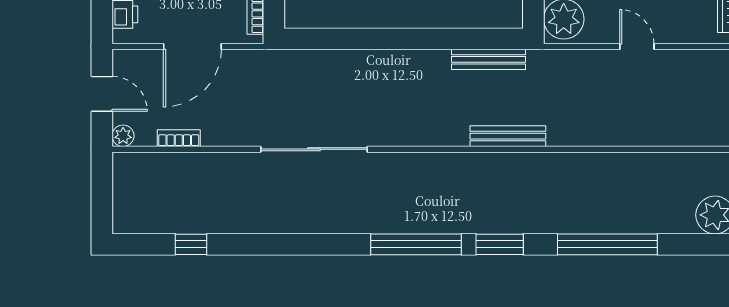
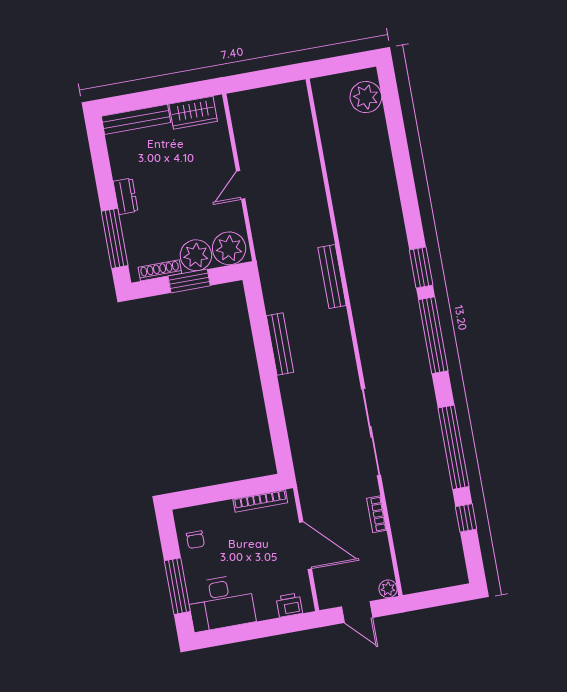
bench: (488, 59) -> (280, 344), moved
door: (102, 94) -> (357, 612), swing flipped
bookcase: (179, 138) -> (377, 514), moved
window: (607, 244) -> (453, 447), moved

